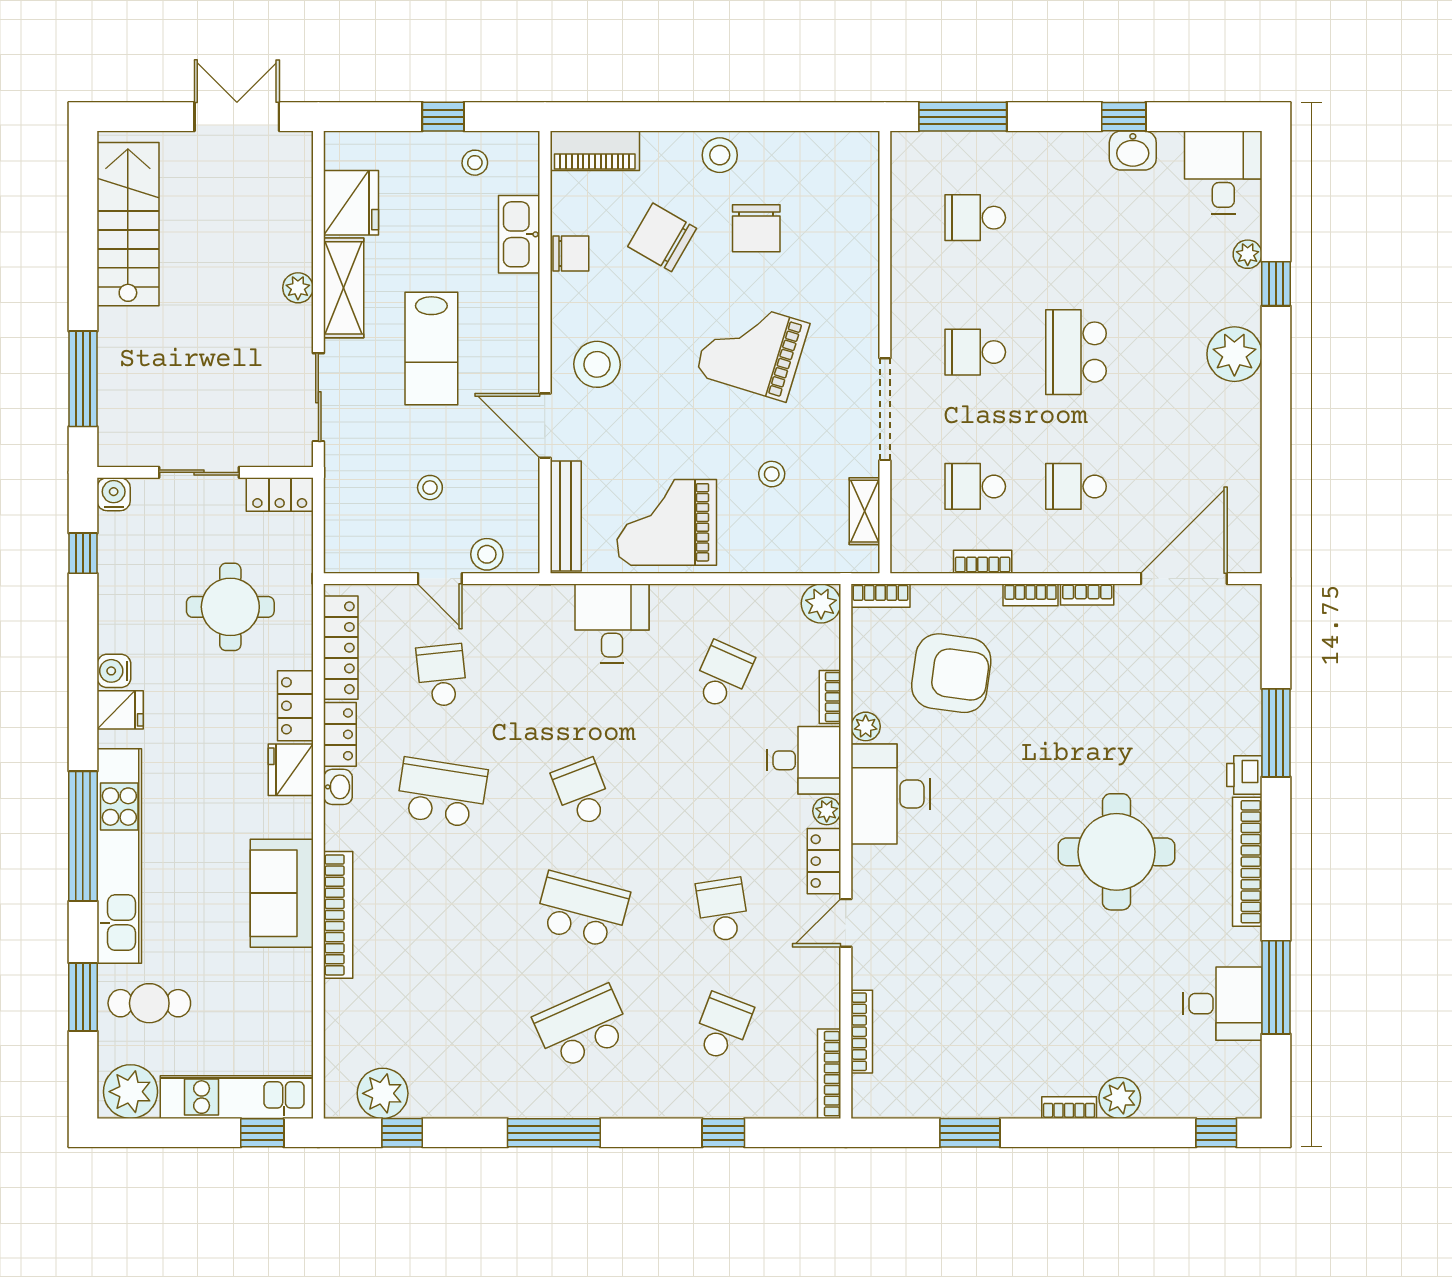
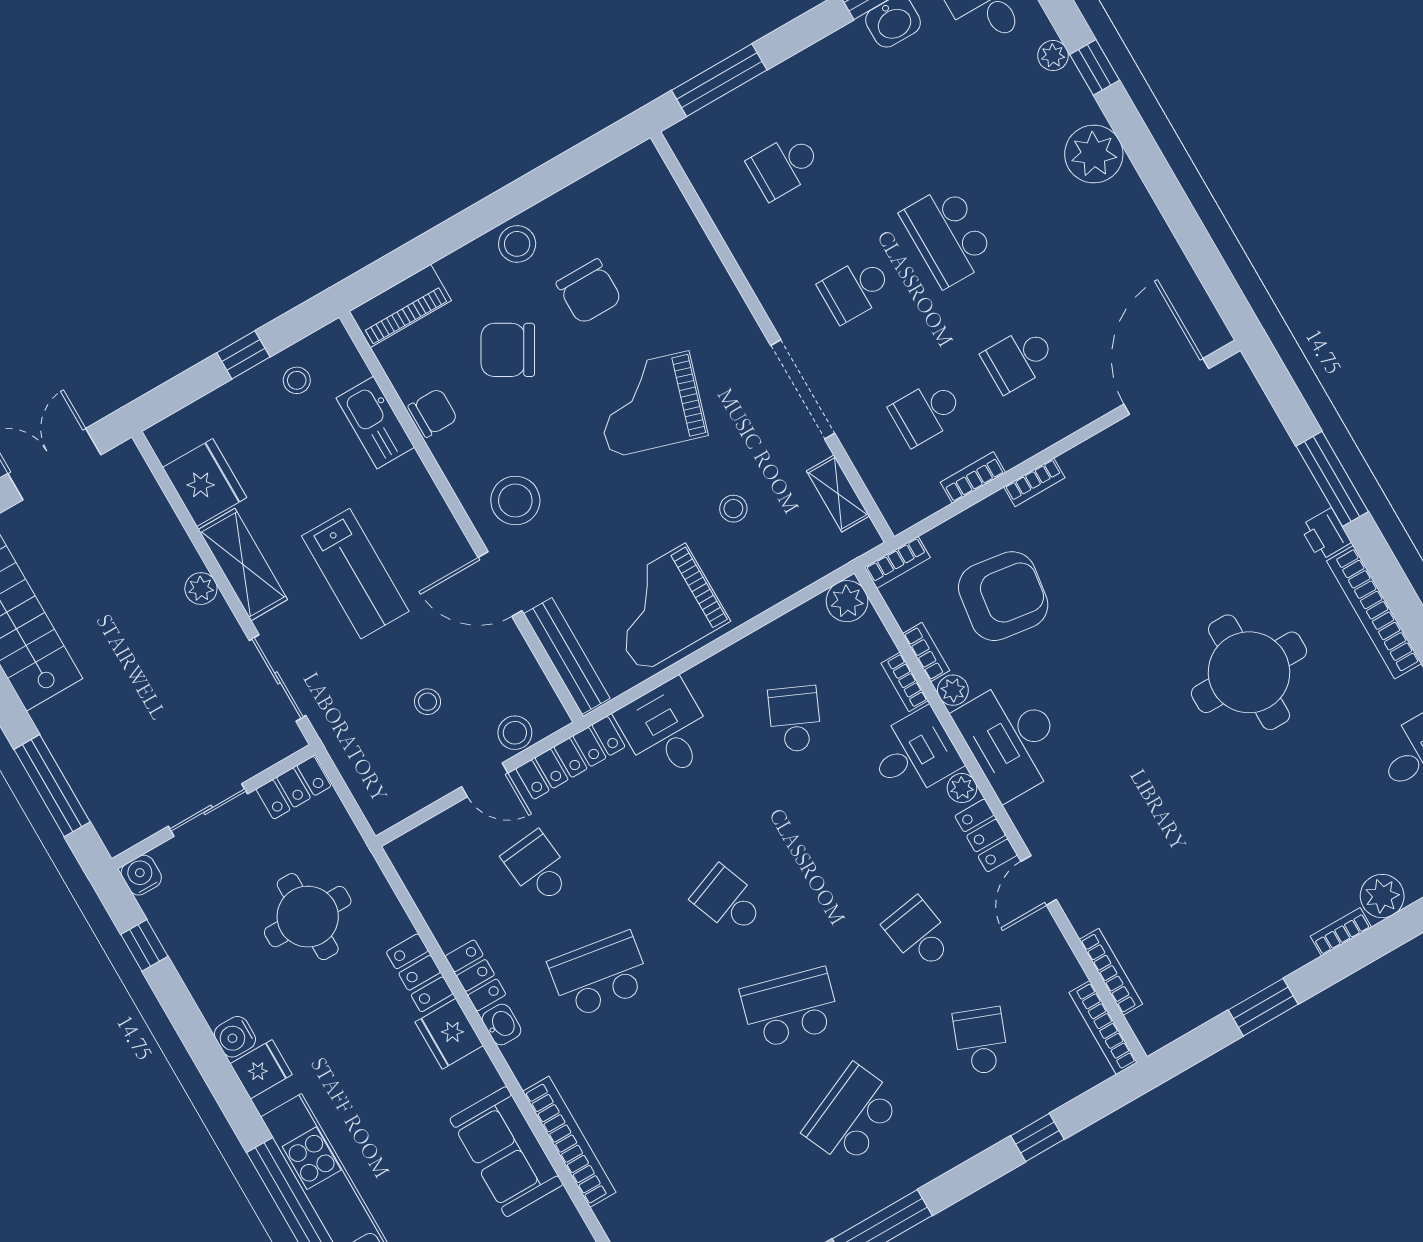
bookcase: (1087, 595) -> (926, 652), moved, turned -90
locker: (341, 648) -> (571, 758), moved, turned 90

